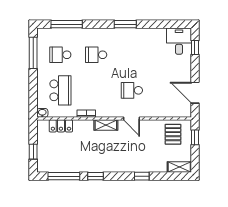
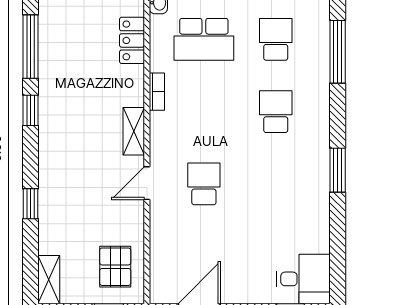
pallet: (173, 134) -> (115, 267), turned 90

